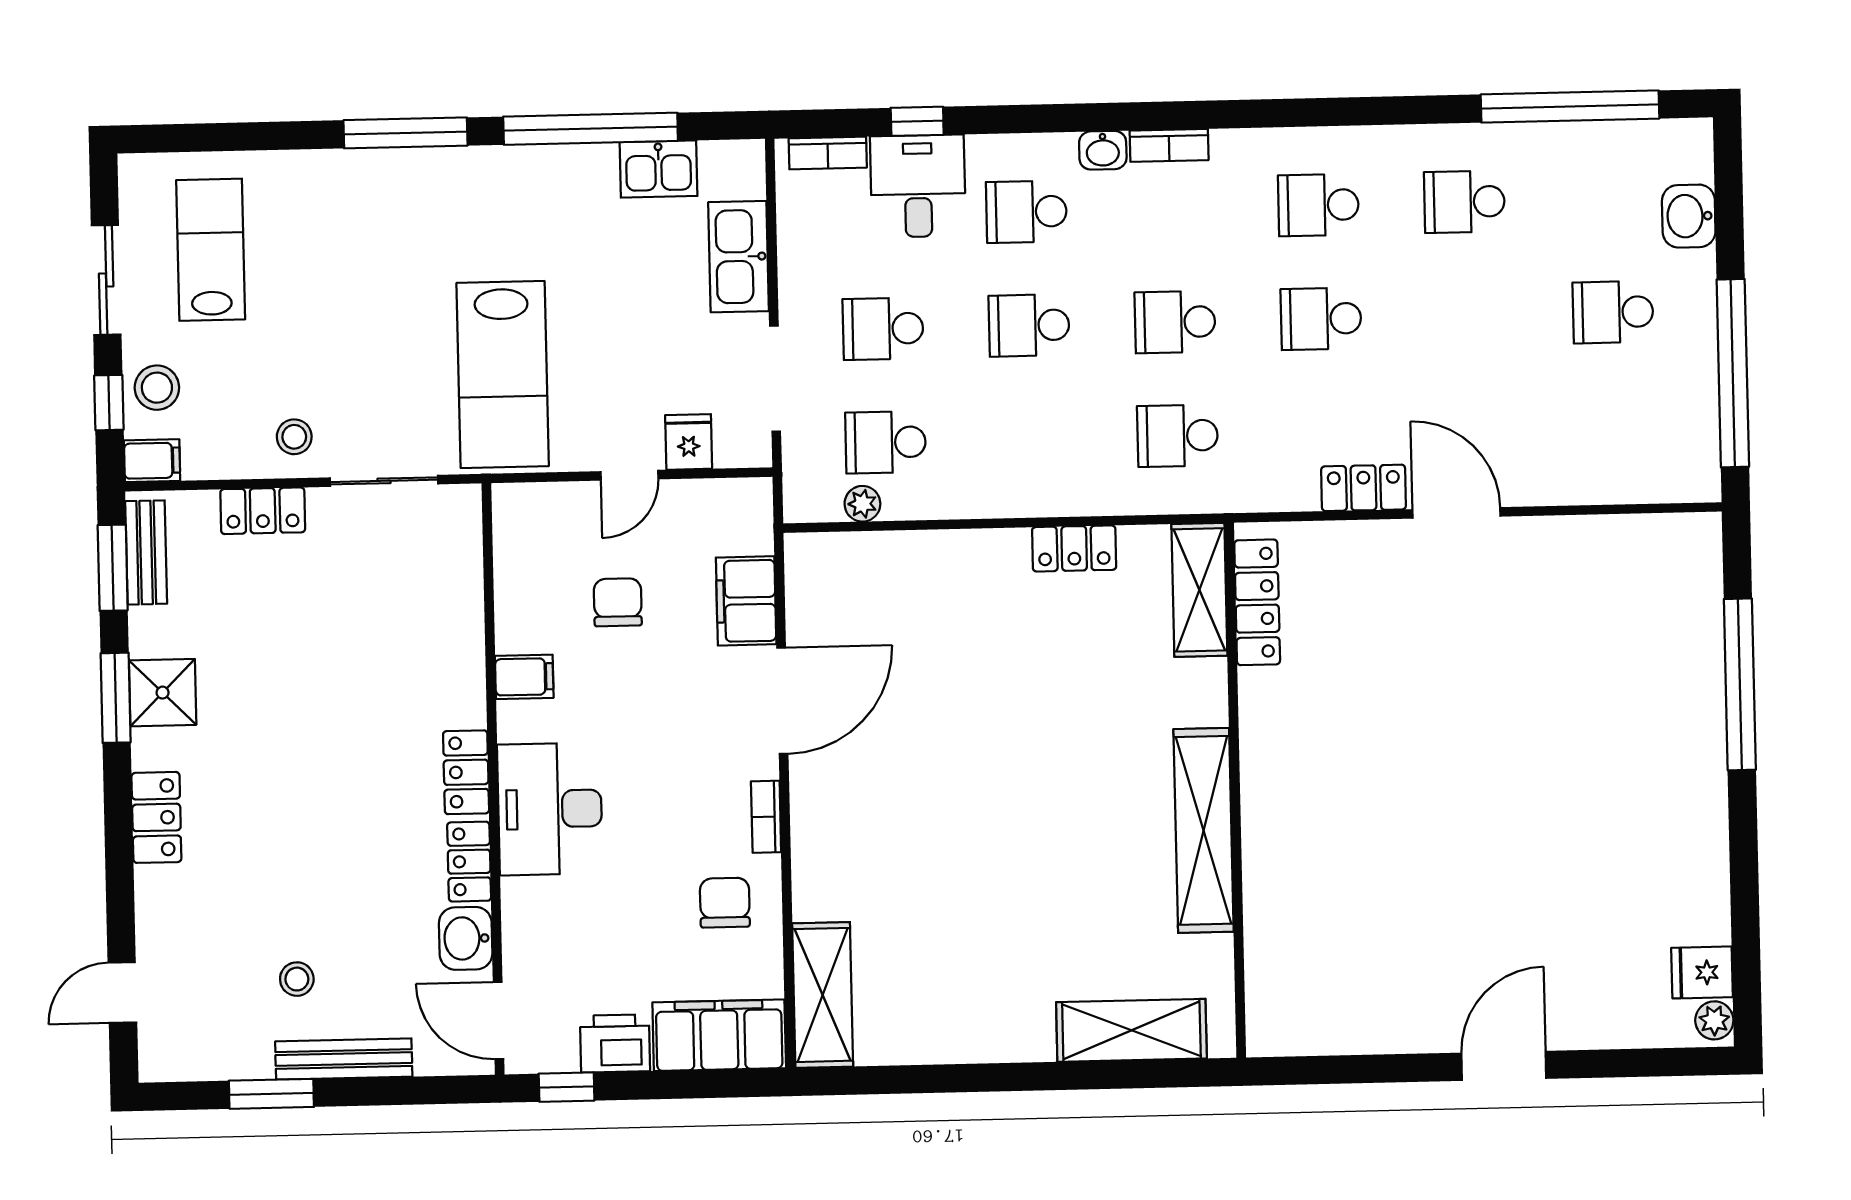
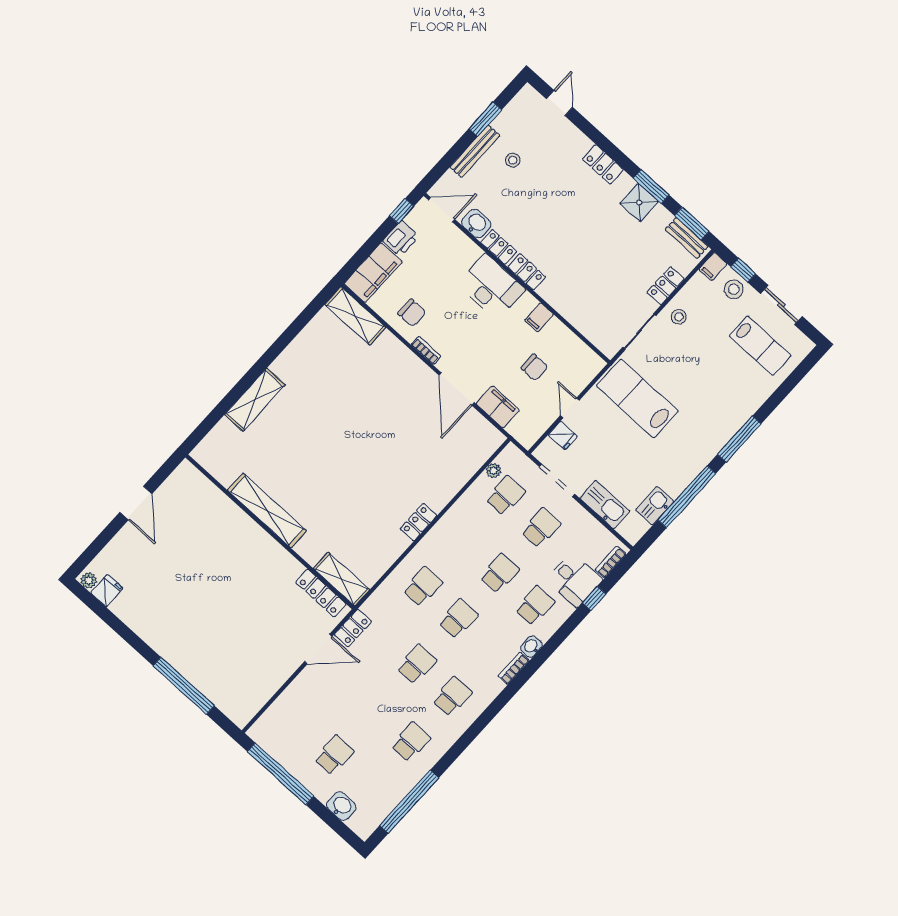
shelving: (1199, 590) -> (342, 579), moved
locker: (1257, 602) -> (321, 593), moved
wall: (1235, 790) -> (270, 532), moved
shelving: (1204, 830) -> (267, 511), moved

